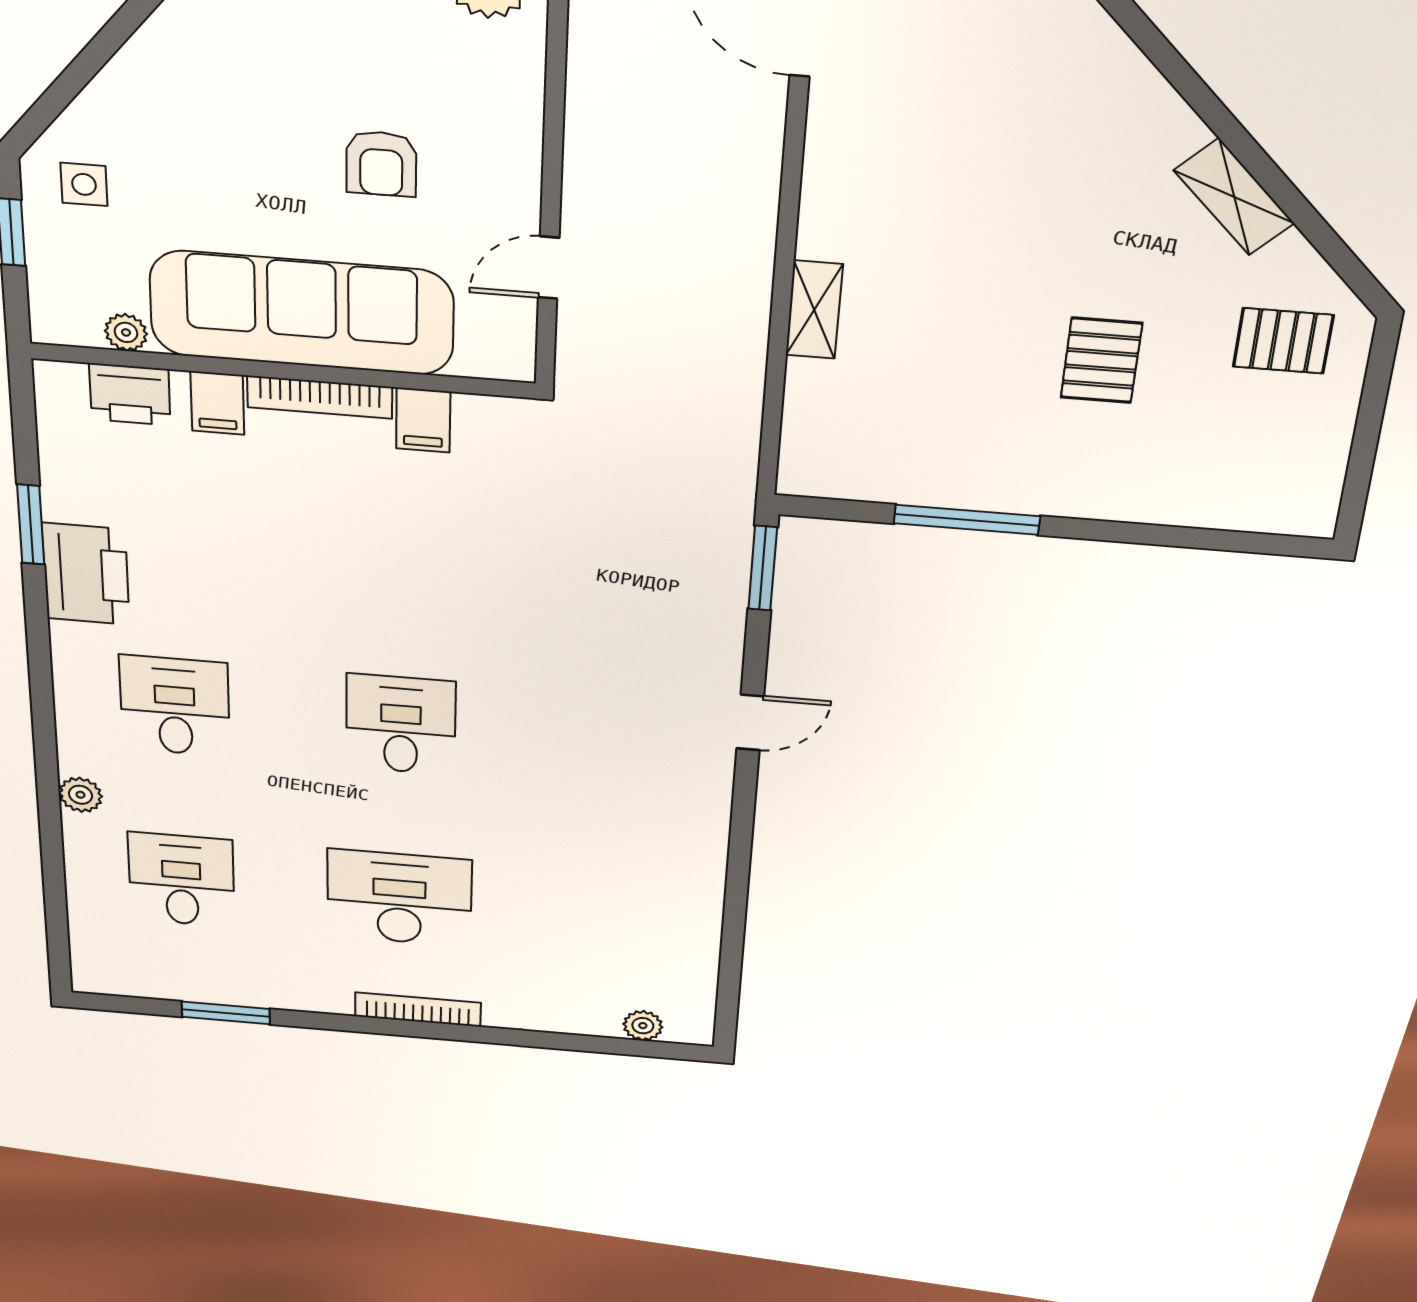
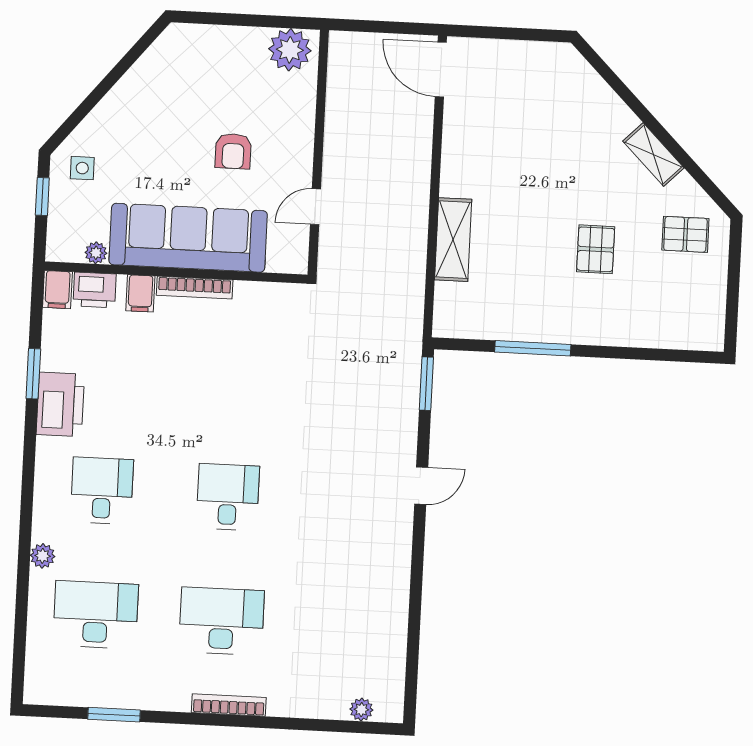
shelving: (814, 310) -> (453, 240), width x1.50, depth x1.33
filing cabinet: (423, 420) -> (57, 290), moved
desk: (181, 880) -> (96, 615), width x1.37

